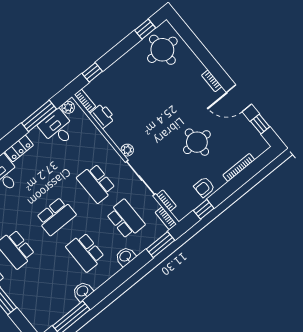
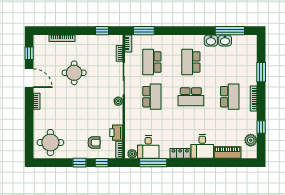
window: (145, 29) -> (79, 163), moved
armchair: (204, 187) -> (94, 143), moved
school desk: (56, 216) -> (191, 97), turned 180
school desk: (85, 252) -> (191, 62), turned 180
washbasin: (125, 256) -> (225, 41), moved

